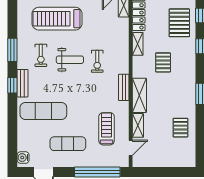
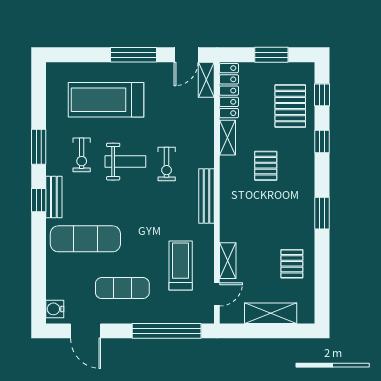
bench: (124, 87) -> (207, 196), width x1.36
shelving: (139, 95) -> (271, 313), moved, turned 90

